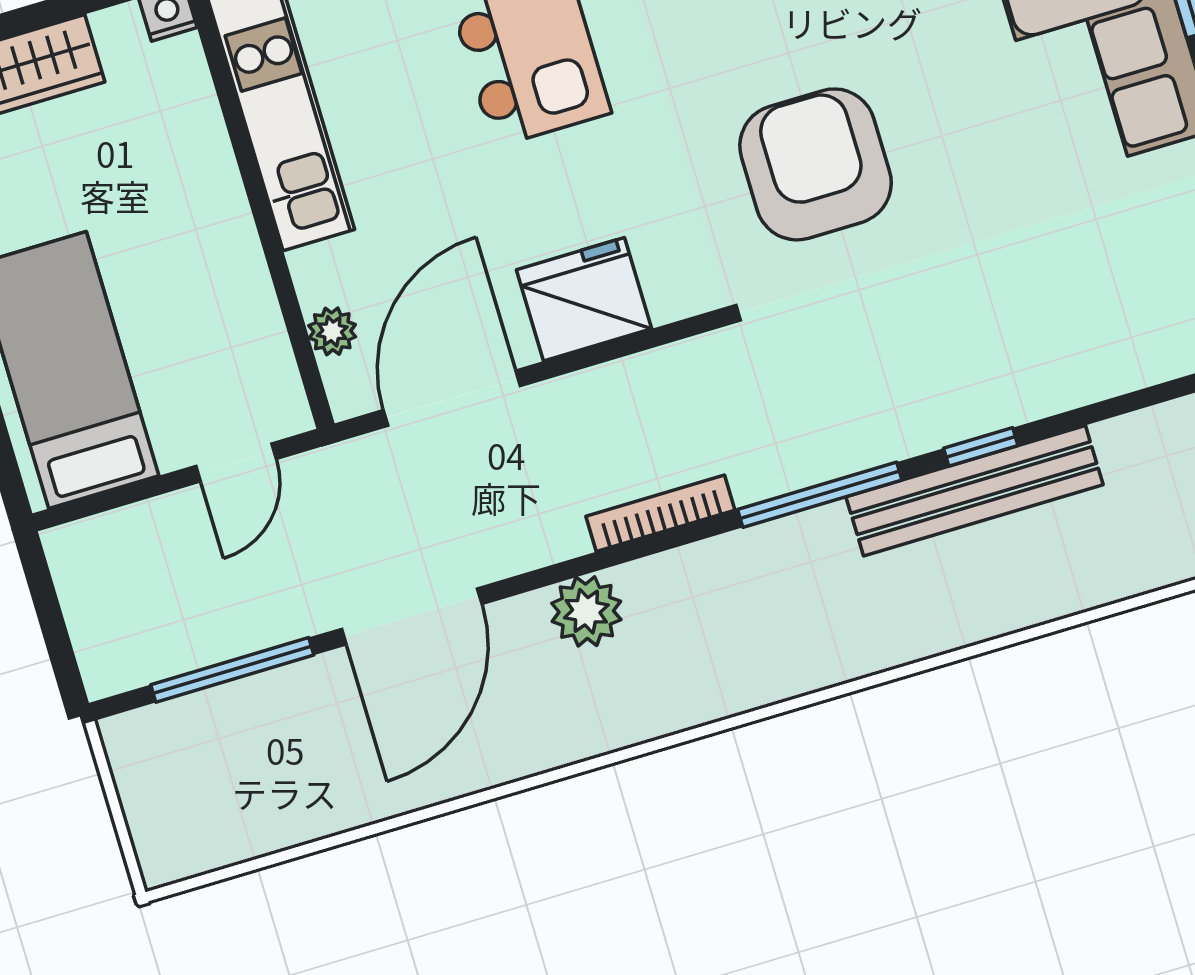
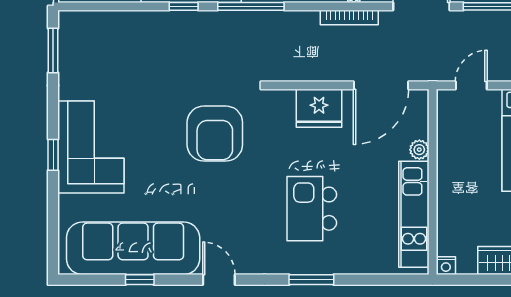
plant: (332, 331) -> (419, 150), moved
bookcase: (660, 513) -> (349, 17), moved

